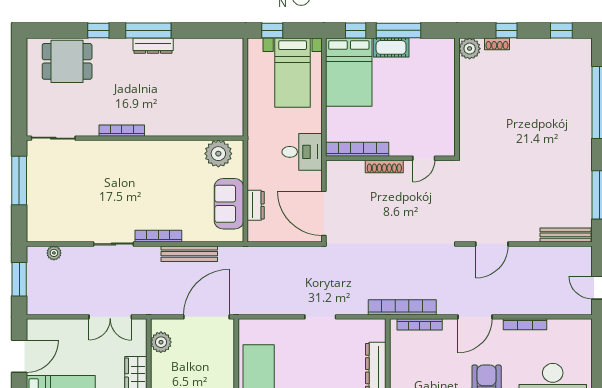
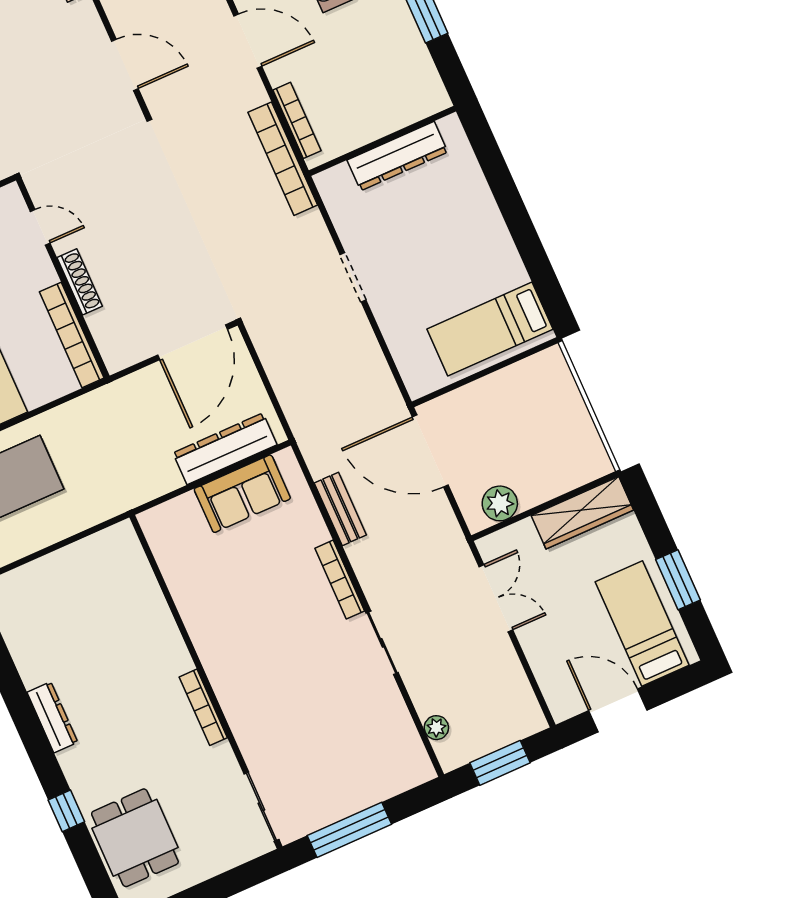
window: (148, 30) -> (32, 735), removed
desk: (302, 152) -> (113, 417), removed
plant: (218, 154) -> (173, 544), removed
dresser: (256, 205) -> (225, 449), width x1.96, depth x1.24
bench: (189, 254) -> (340, 509), width x0.73

